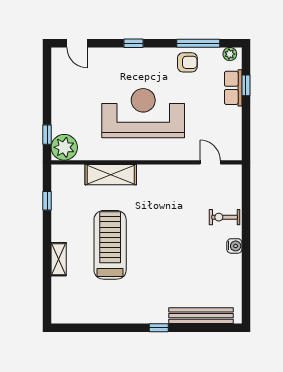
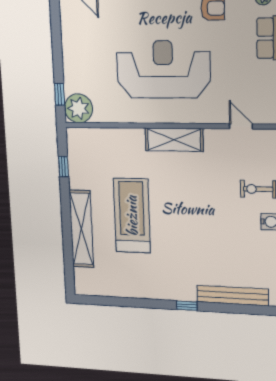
shelving: (111, 175) -> (174, 140), moved
shelving: (59, 259) -> (81, 229), width x2.20, depth x1.33

